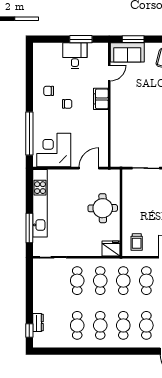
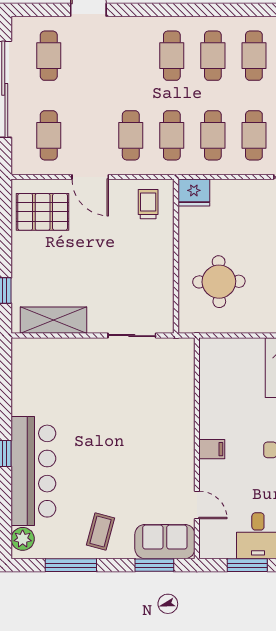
door: (109, 73) -> (197, 505), swing flipped
filing cabinet: (101, 99) -> (212, 449), width x0.50
door: (89, 168) -> (233, 336), removed
round table: (103, 208) -> (219, 282), moved
cafe table: (146, 325) -> (131, 56), removed

